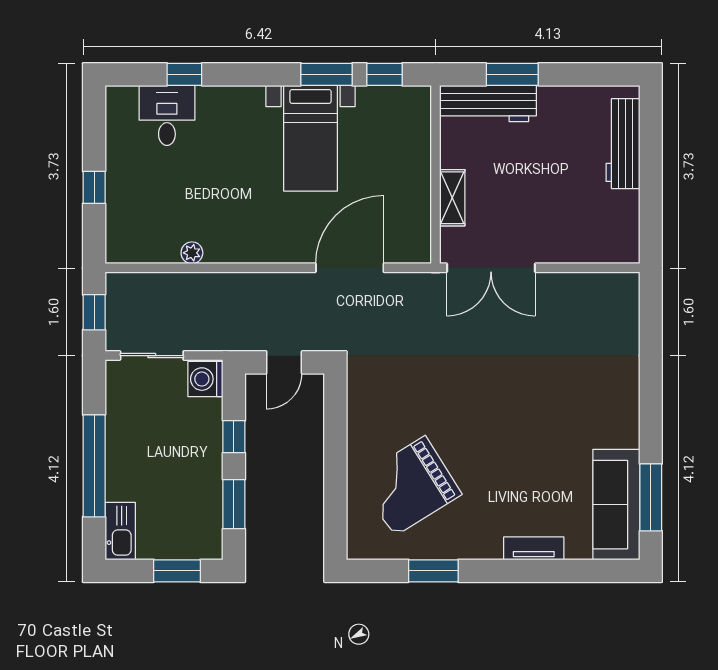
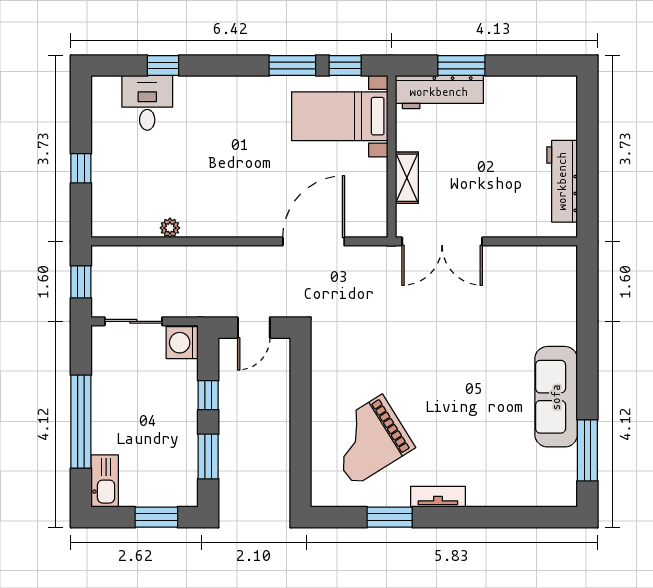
bed with nightstands: (311, 138) -> (340, 116), moved, turned 90
workbench: (623, 144) -> (562, 181), moved
sofa: (616, 505) -> (556, 397), moved
tv unit: (534, 548) -> (438, 497), moved

